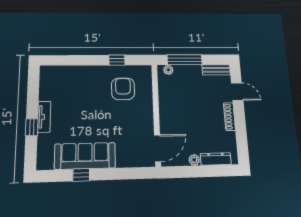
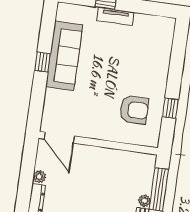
plant: (168, 70) -> (145, 201), moved
window: (81, 175) -> (43, 62), moved

